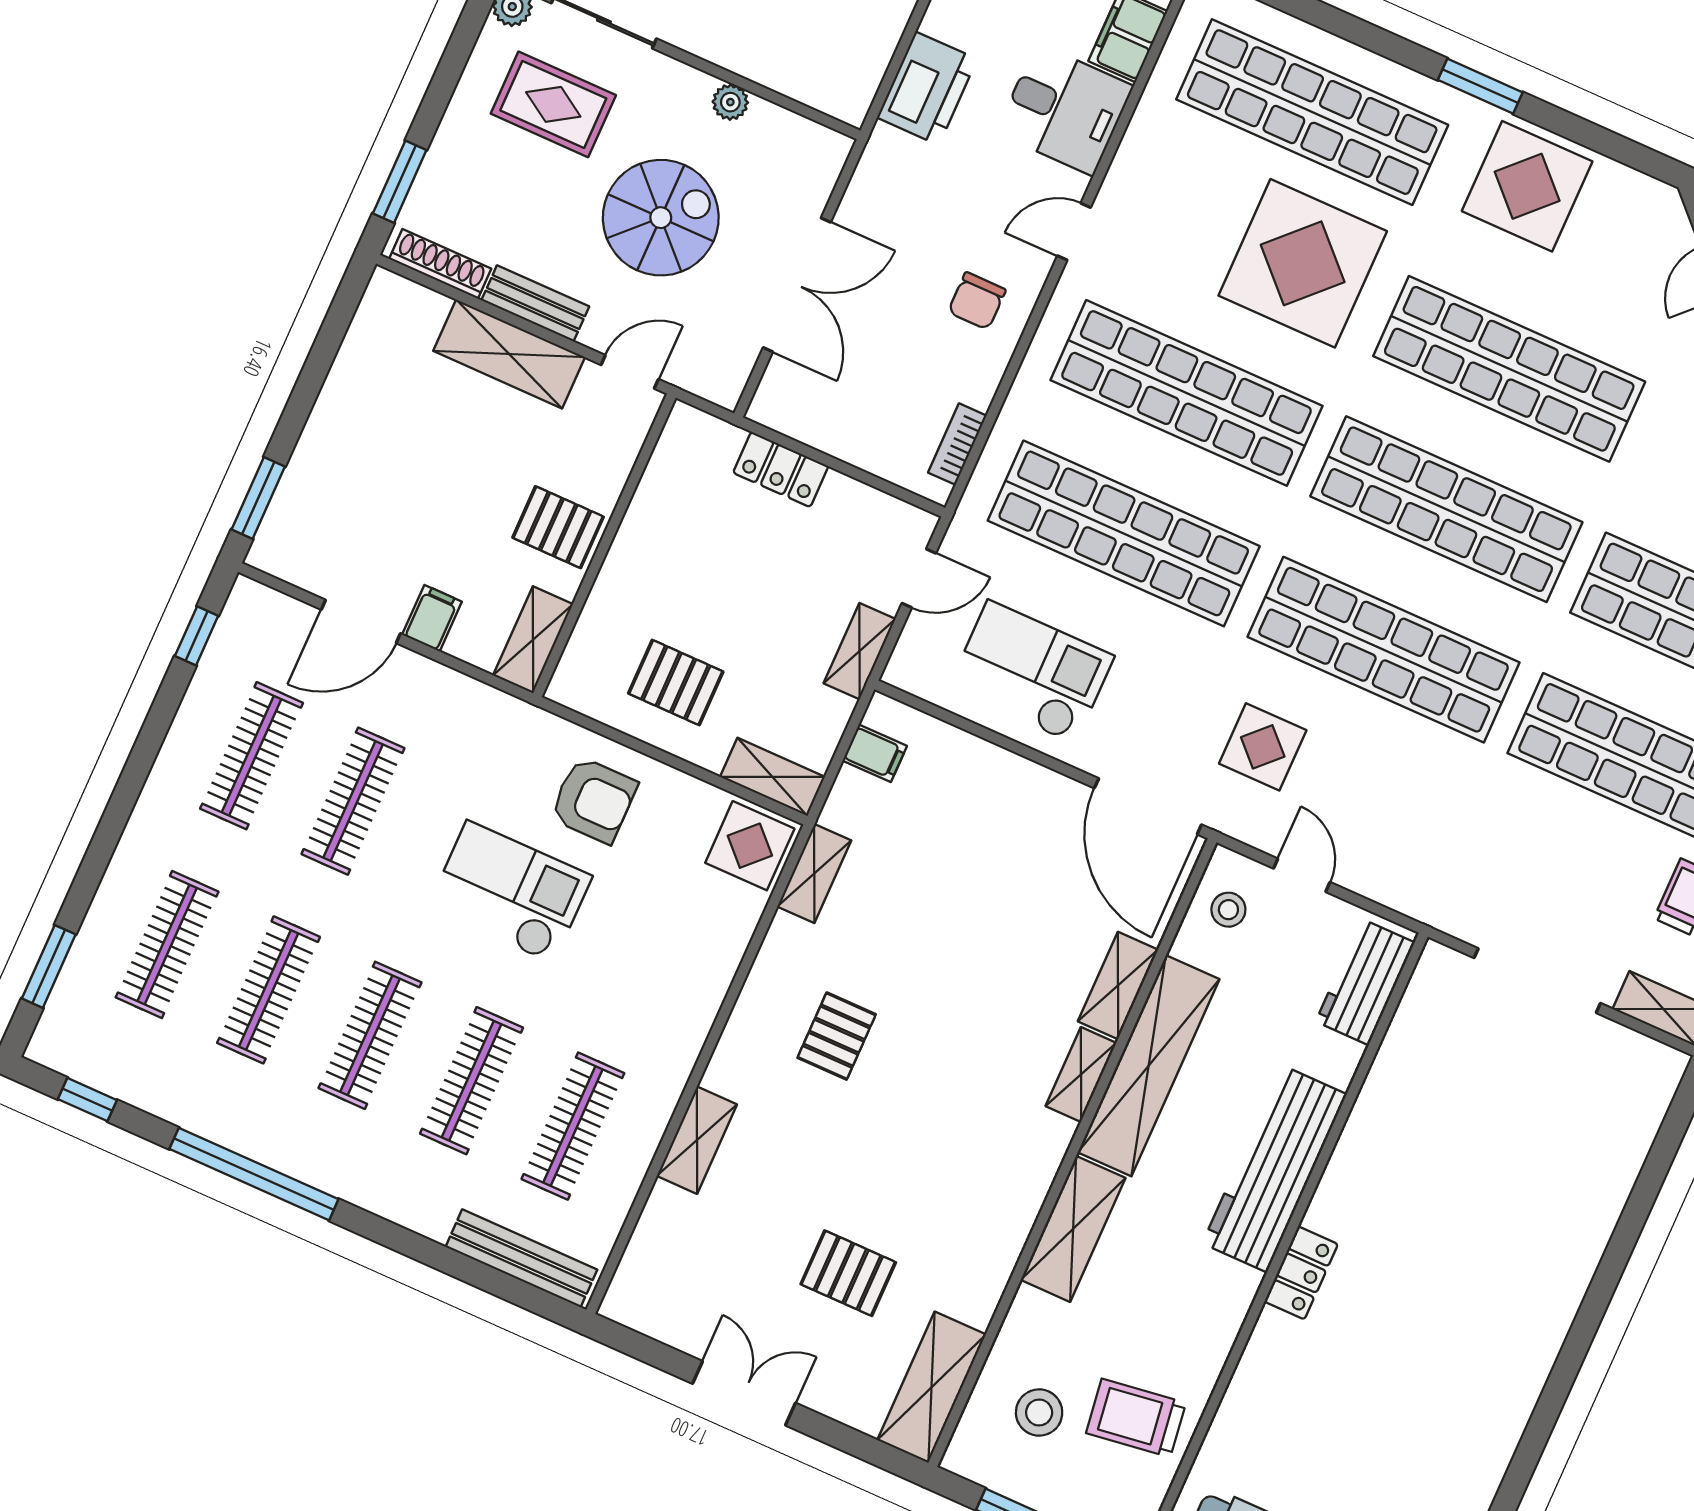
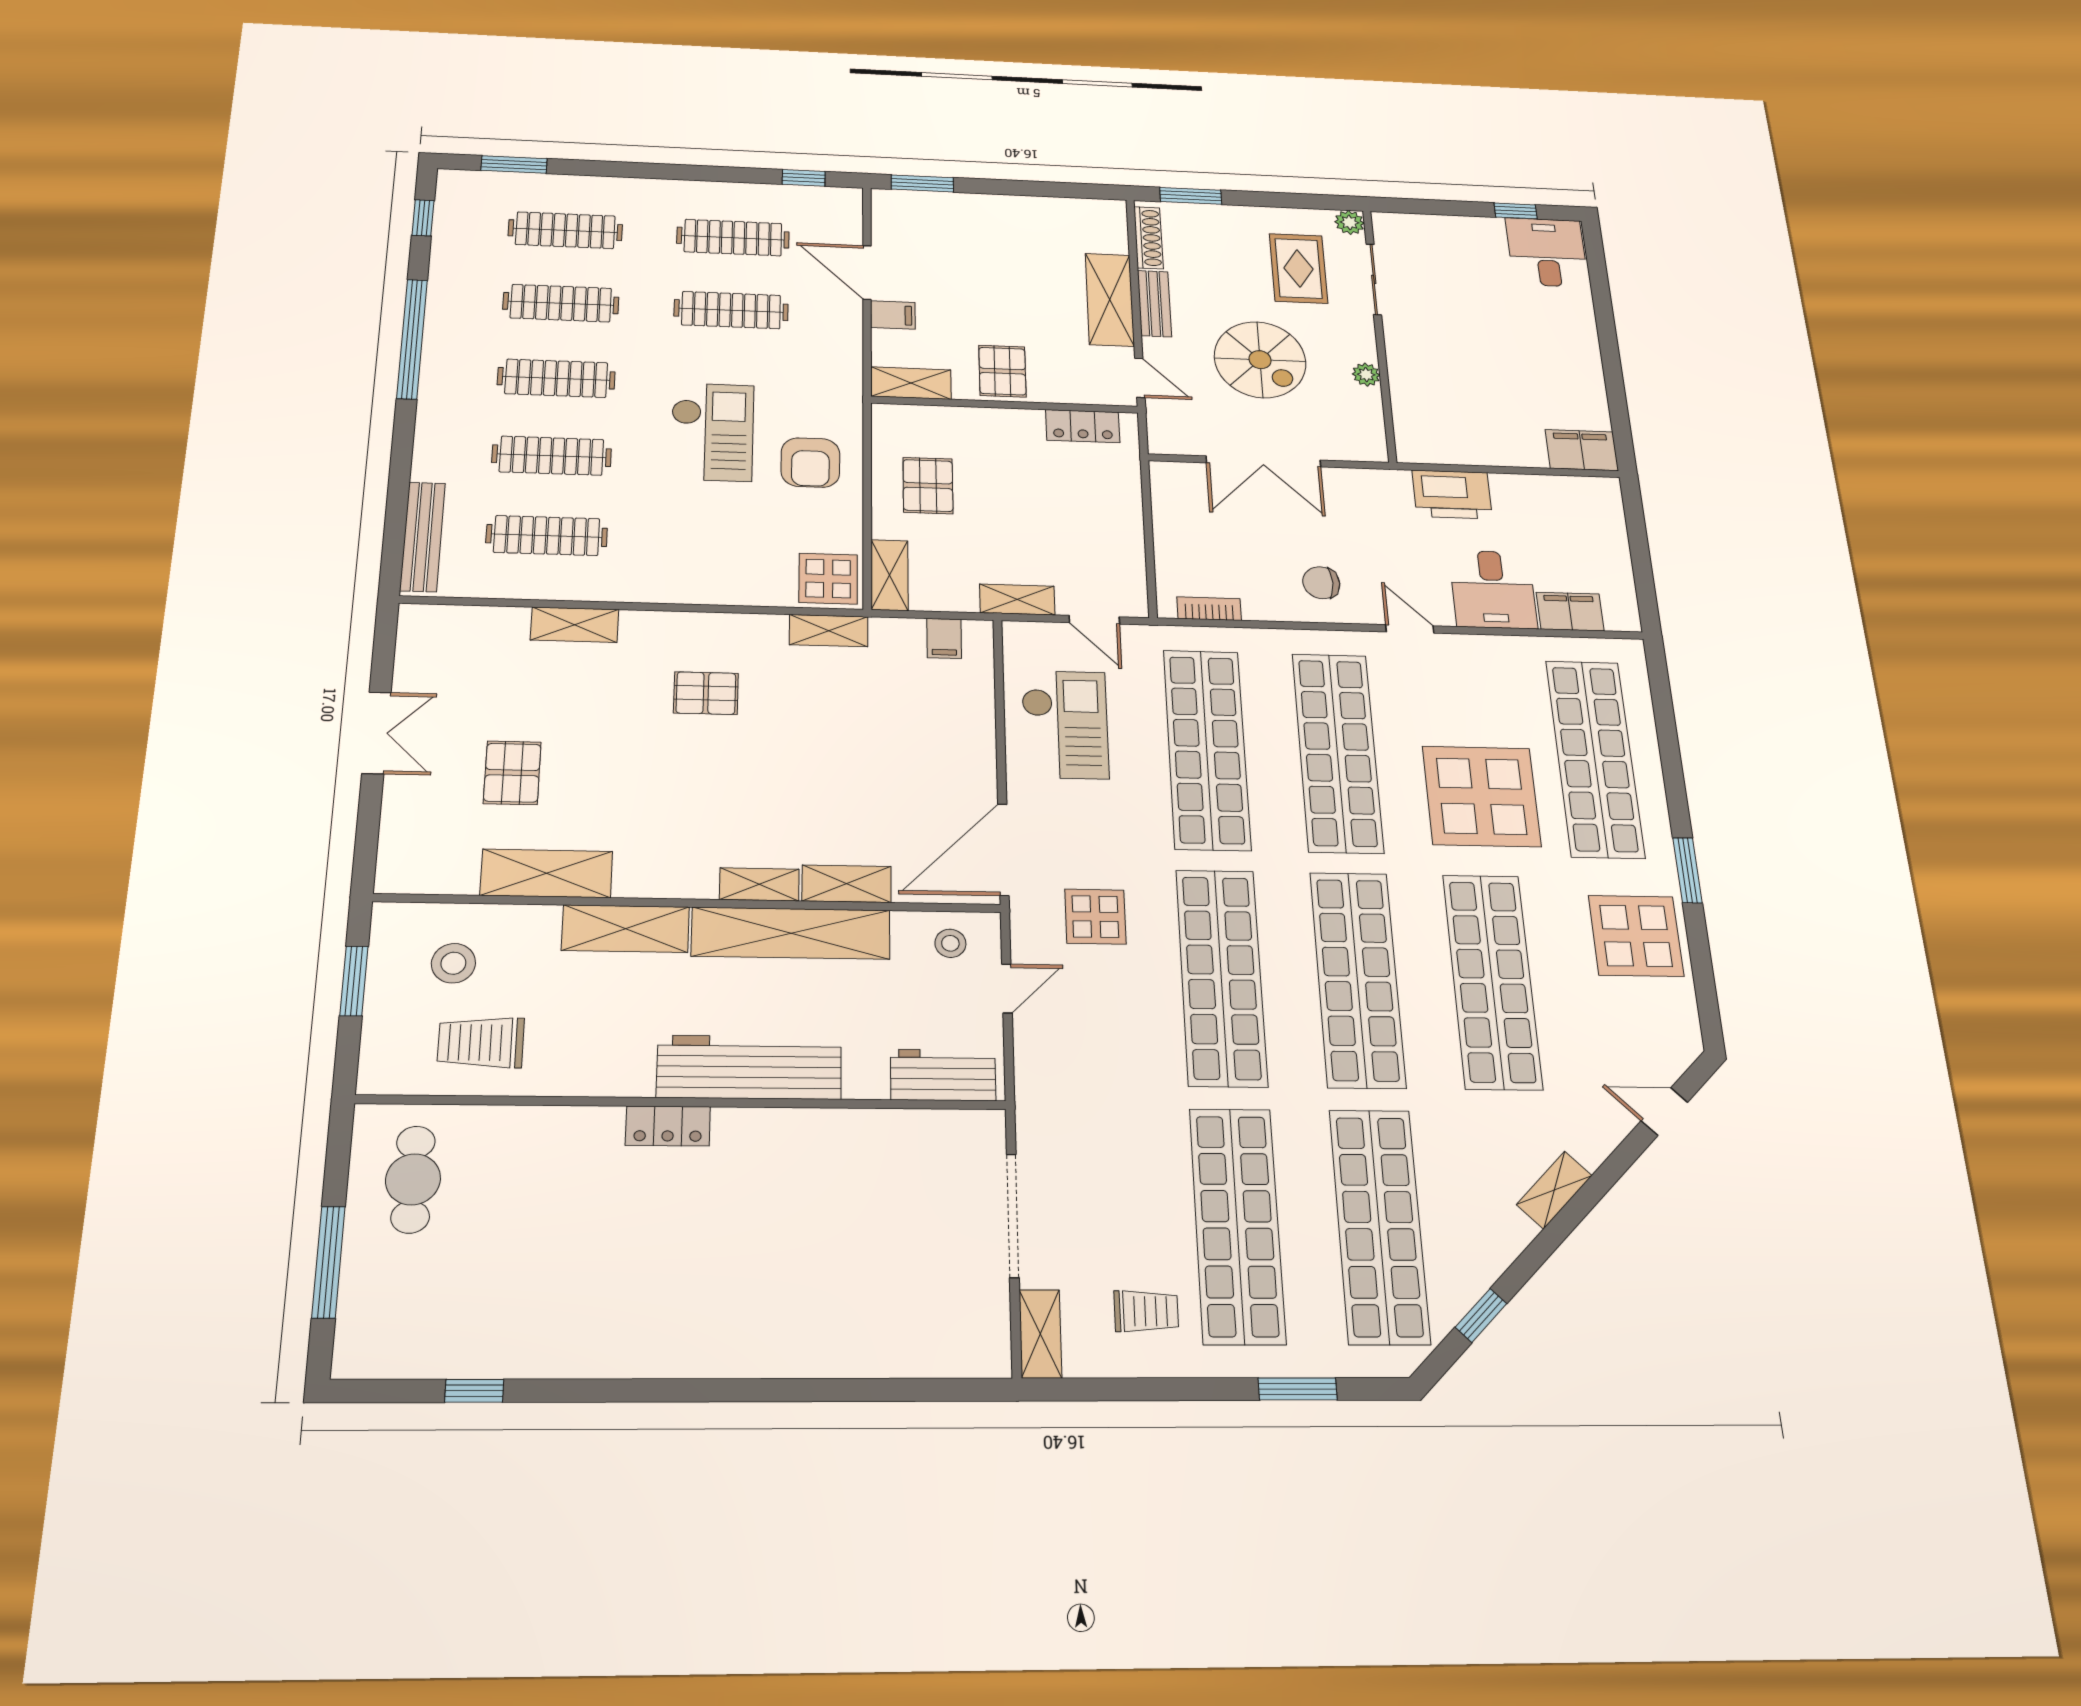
locker: (781, 469) -> (1083, 426), moved, turned -90
shelving: (932, 1387) -> (546, 873), moved
trolley: (1136, 1418) -> (481, 1043), turned -82

